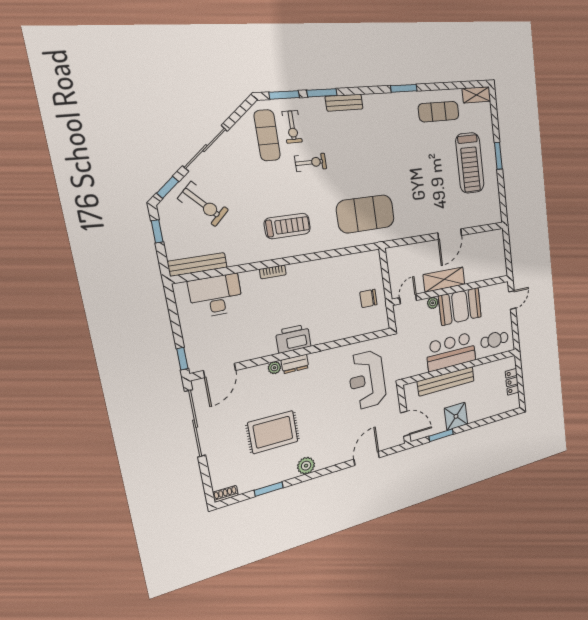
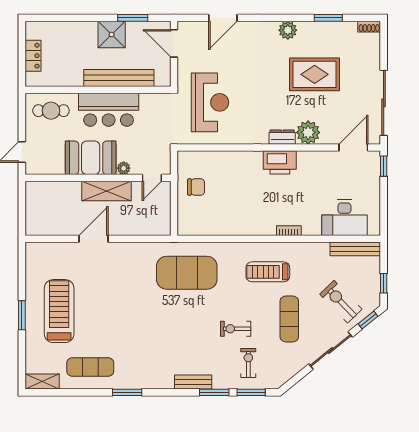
exercise mat: (267, 135) -> (289, 319), moved
plant: (274, 368) -> (308, 132), width x1.88, depth x1.88

